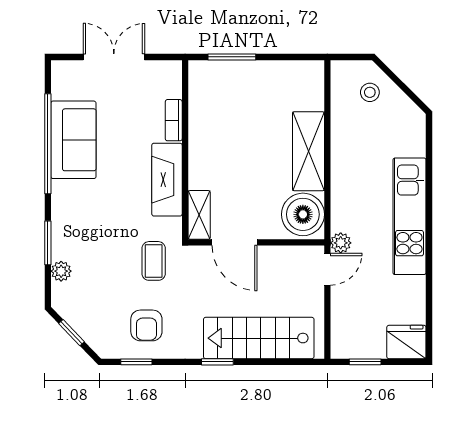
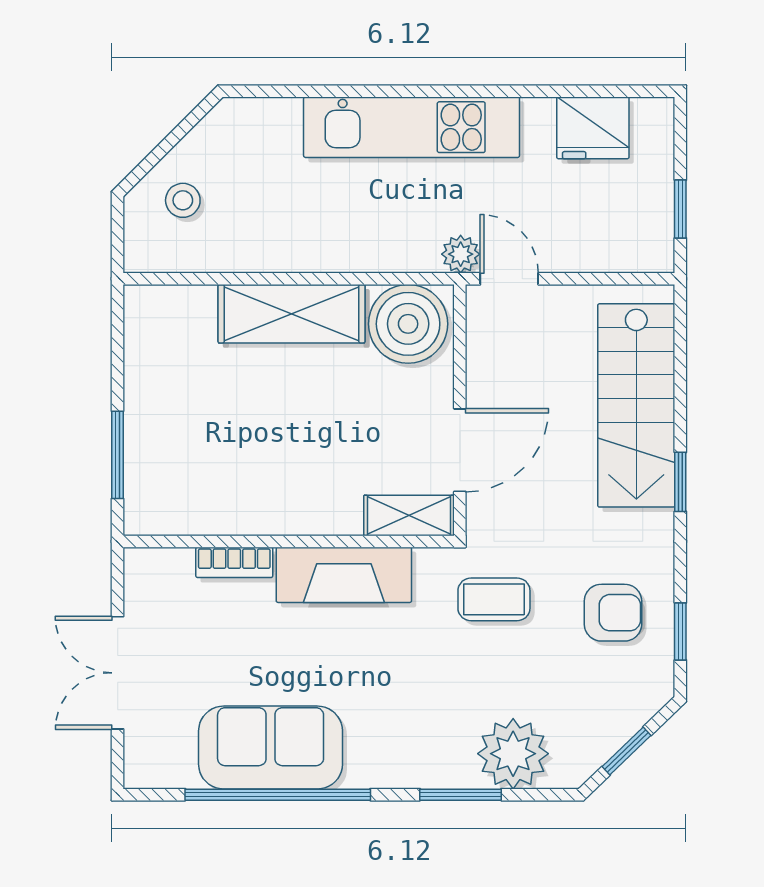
plant: (61, 271) -> (513, 754), width x1.88, depth x1.88
fridge: (406, 342) -> (593, 128), moved, turned -90

